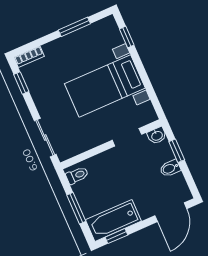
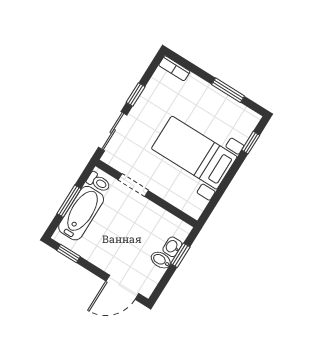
window: (21, 83) -> (136, 95), moved
washbasin: (157, 136) -> (172, 247), moved, turned 90
doorway: (127, 137) -> (133, 185), moved
bathtub: (113, 220) -> (81, 213), moved, turned 90

